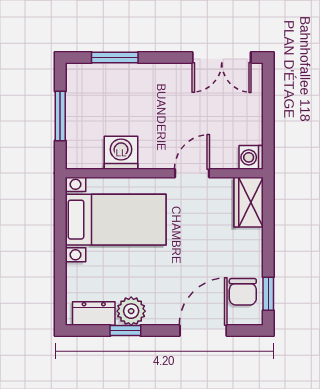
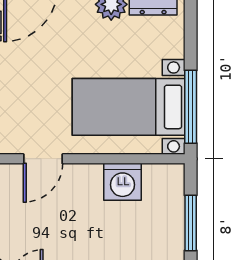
window: (60, 220) -> (191, 107), added

